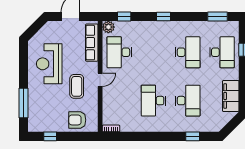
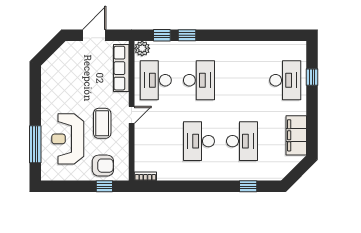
window: (164, 16) -> (187, 35), moved
window: (217, 16) -> (279, 35), removed
desk: (188, 52) -> (199, 80), moved
reception desk: (49, 64) -> (68, 139), moved
armchair: (77, 120) -> (103, 166), turned 180
window: (50, 136) -> (104, 186), moved

